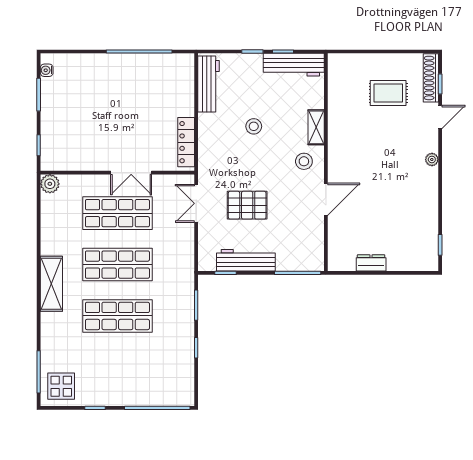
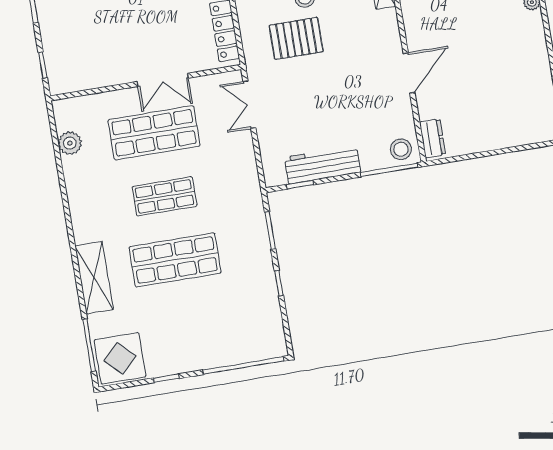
stool: (304, 161) -> (401, 149), moved
plant: (50, 184) -> (70, 143), moved
pallet: (247, 205) -> (296, 38), moved
dresser: (371, 263) -> (433, 138), moved, turned 90
shop shelf: (117, 265) -> (165, 196), width x0.70, depth x0.74
shelving: (51, 284) -> (94, 278), moved
display table: (61, 386) -> (120, 358), width x1.36, depth x1.36

